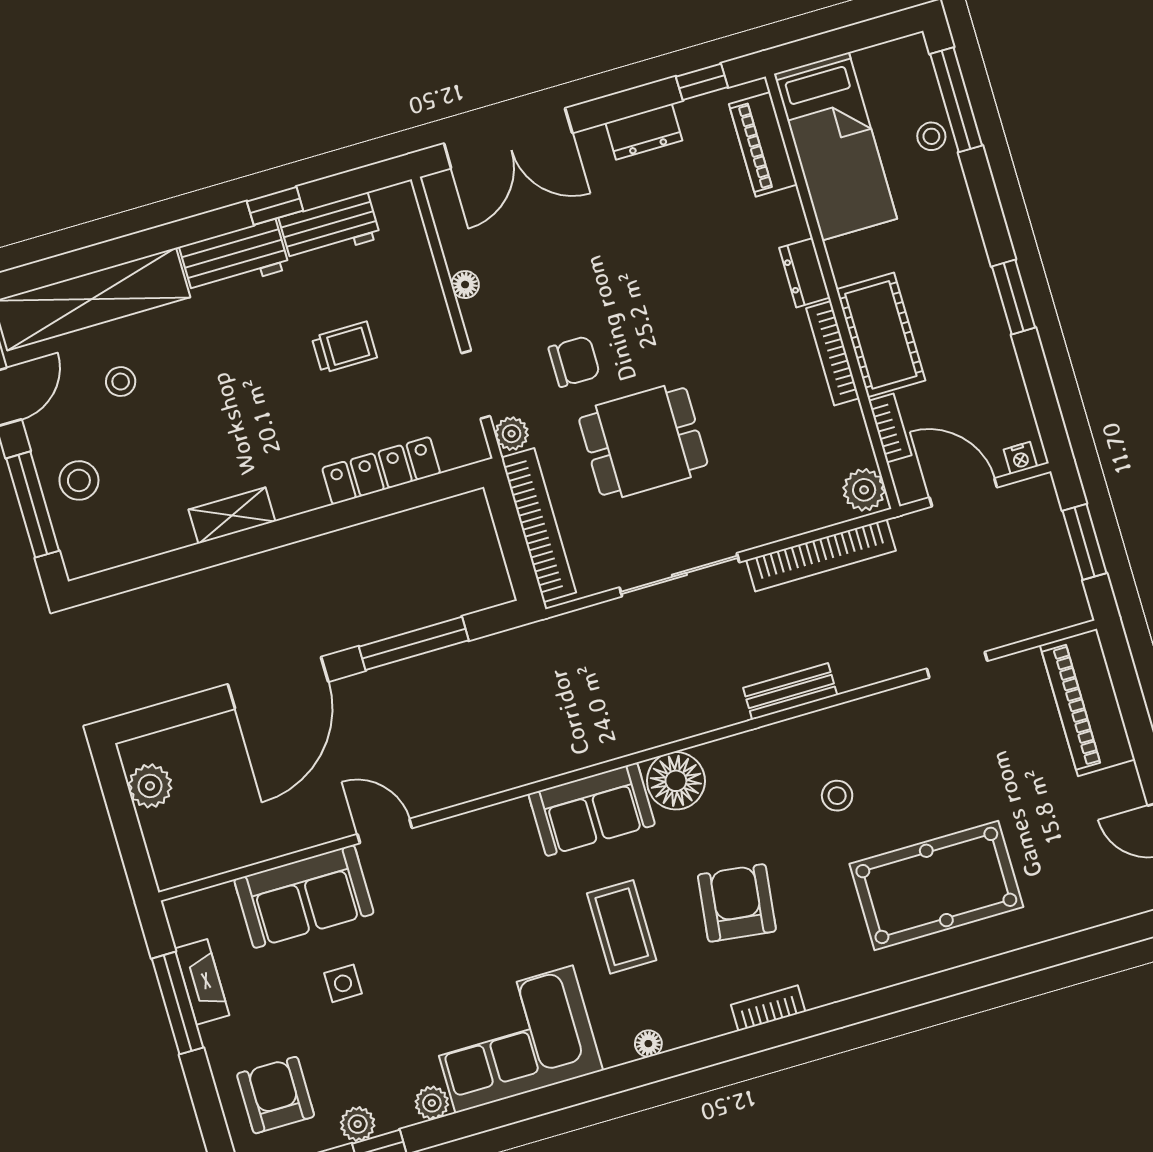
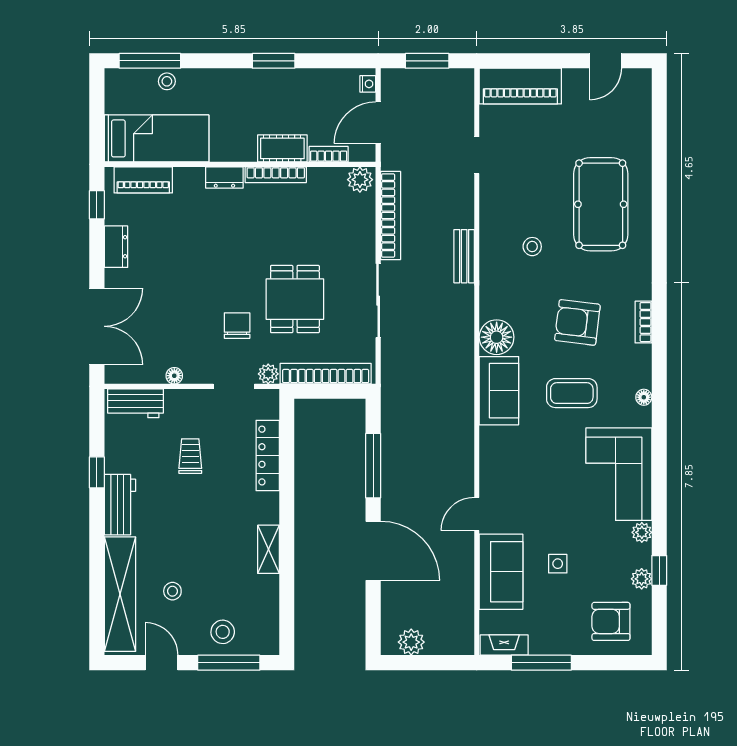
workbench: (330, 228) -> (136, 403), moved, turned 90
cot: (881, 335) -> (282, 148), width x0.73, depth x0.75
fireplace: (202, 982) -> (504, 645), moved

